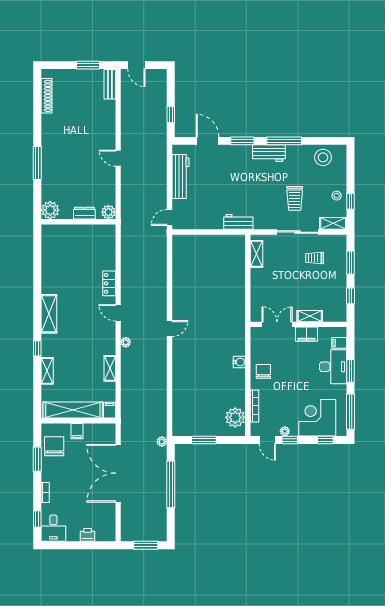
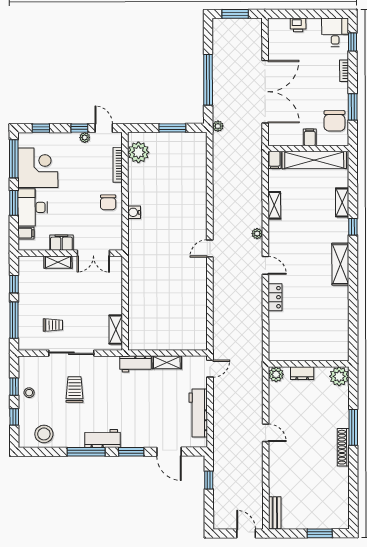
window: (88, 65) -> (320, 533), moved
shoe rack: (46, 96) -> (343, 447), moved
window: (350, 173) -> (14, 417), added
shelving: (333, 223) -> (167, 362), moved
window: (350, 263) -> (14, 320), width x1.44
corner desk: (317, 418) -> (38, 168), moved, turned -90

